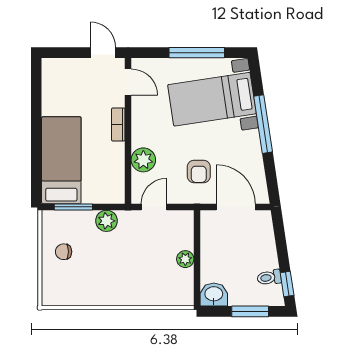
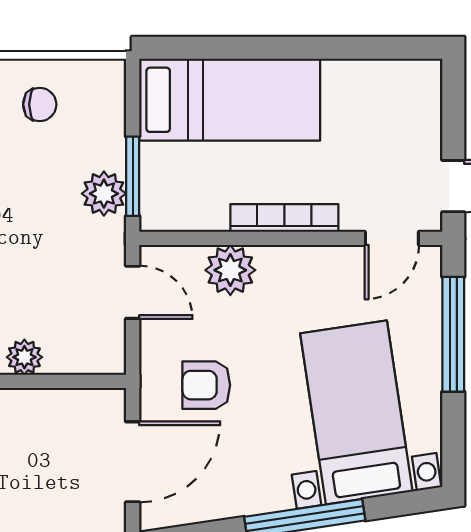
window: (197, 53) -> (453, 334), moved
bookcase: (118, 124) -> (284, 218), width x1.56
window: (73, 207) -> (133, 176), moved
chair: (64, 252) -> (40, 104), turned 90

